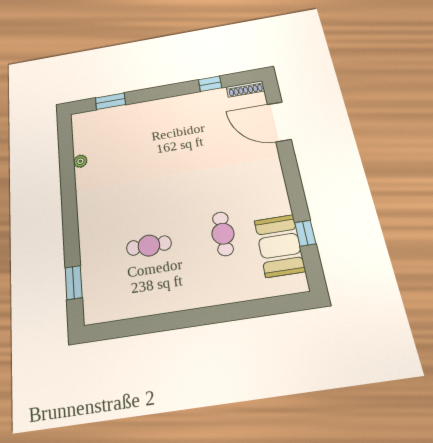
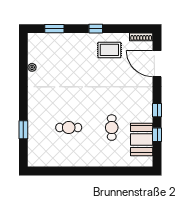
window: (210, 84) -> (96, 29), moved
rug: (199, 115) -> (109, 50), added
window: (296, 192) -> (157, 110), added
window: (74, 283) -> (23, 130), moved

